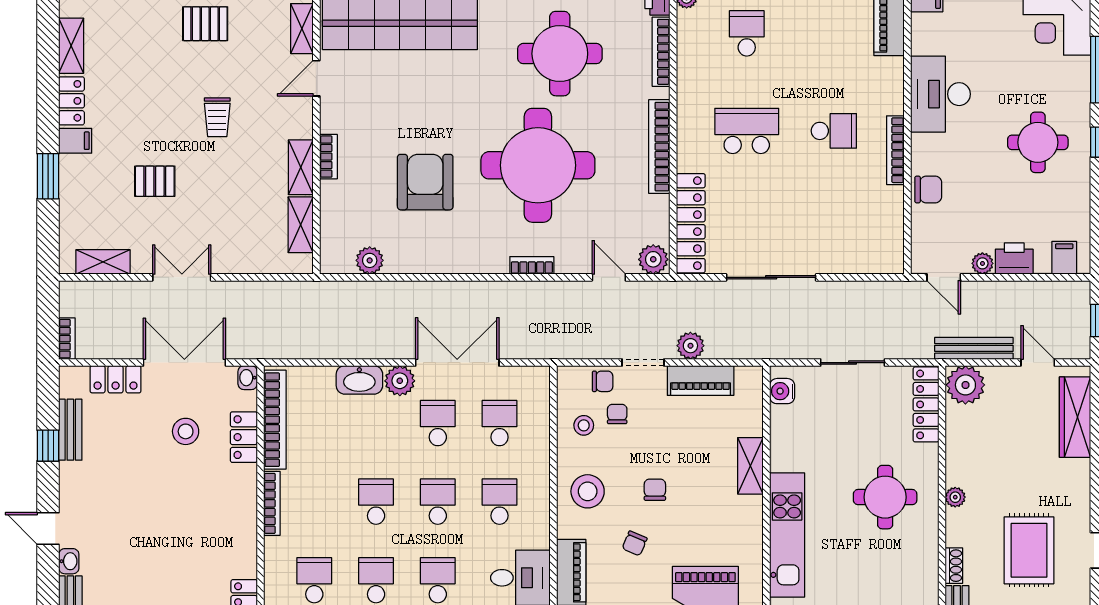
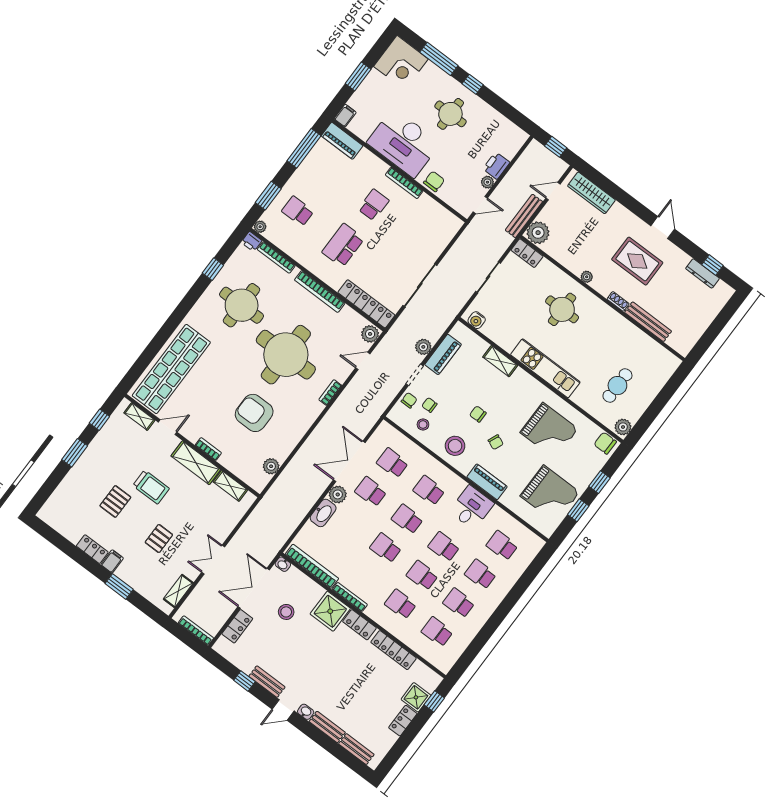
pallet: (205, 24) -> (115, 501), moved
shelving: (71, 46) -> (66, 530), removed
door: (316, 78) -> (168, 427), swing flipped
desk: (940, 94) -> (404, 143), width x1.36, depth x1.30
trolley: (217, 117) -> (151, 487), width x1.36, depth x1.39
shelving: (301, 167) -> (196, 463), width x1.50, depth x1.33
filing cabinet: (1064, 258) -> (513, 142), removed
bookcase: (67, 339) -> (196, 631), width x1.56
locker: (926, 404) -> (527, 253), width x0.66
bench: (70, 430) -> (267, 682), moved
locker: (244, 437) -> (359, 625), moved
shower: (232, 491) -> (330, 611), added

